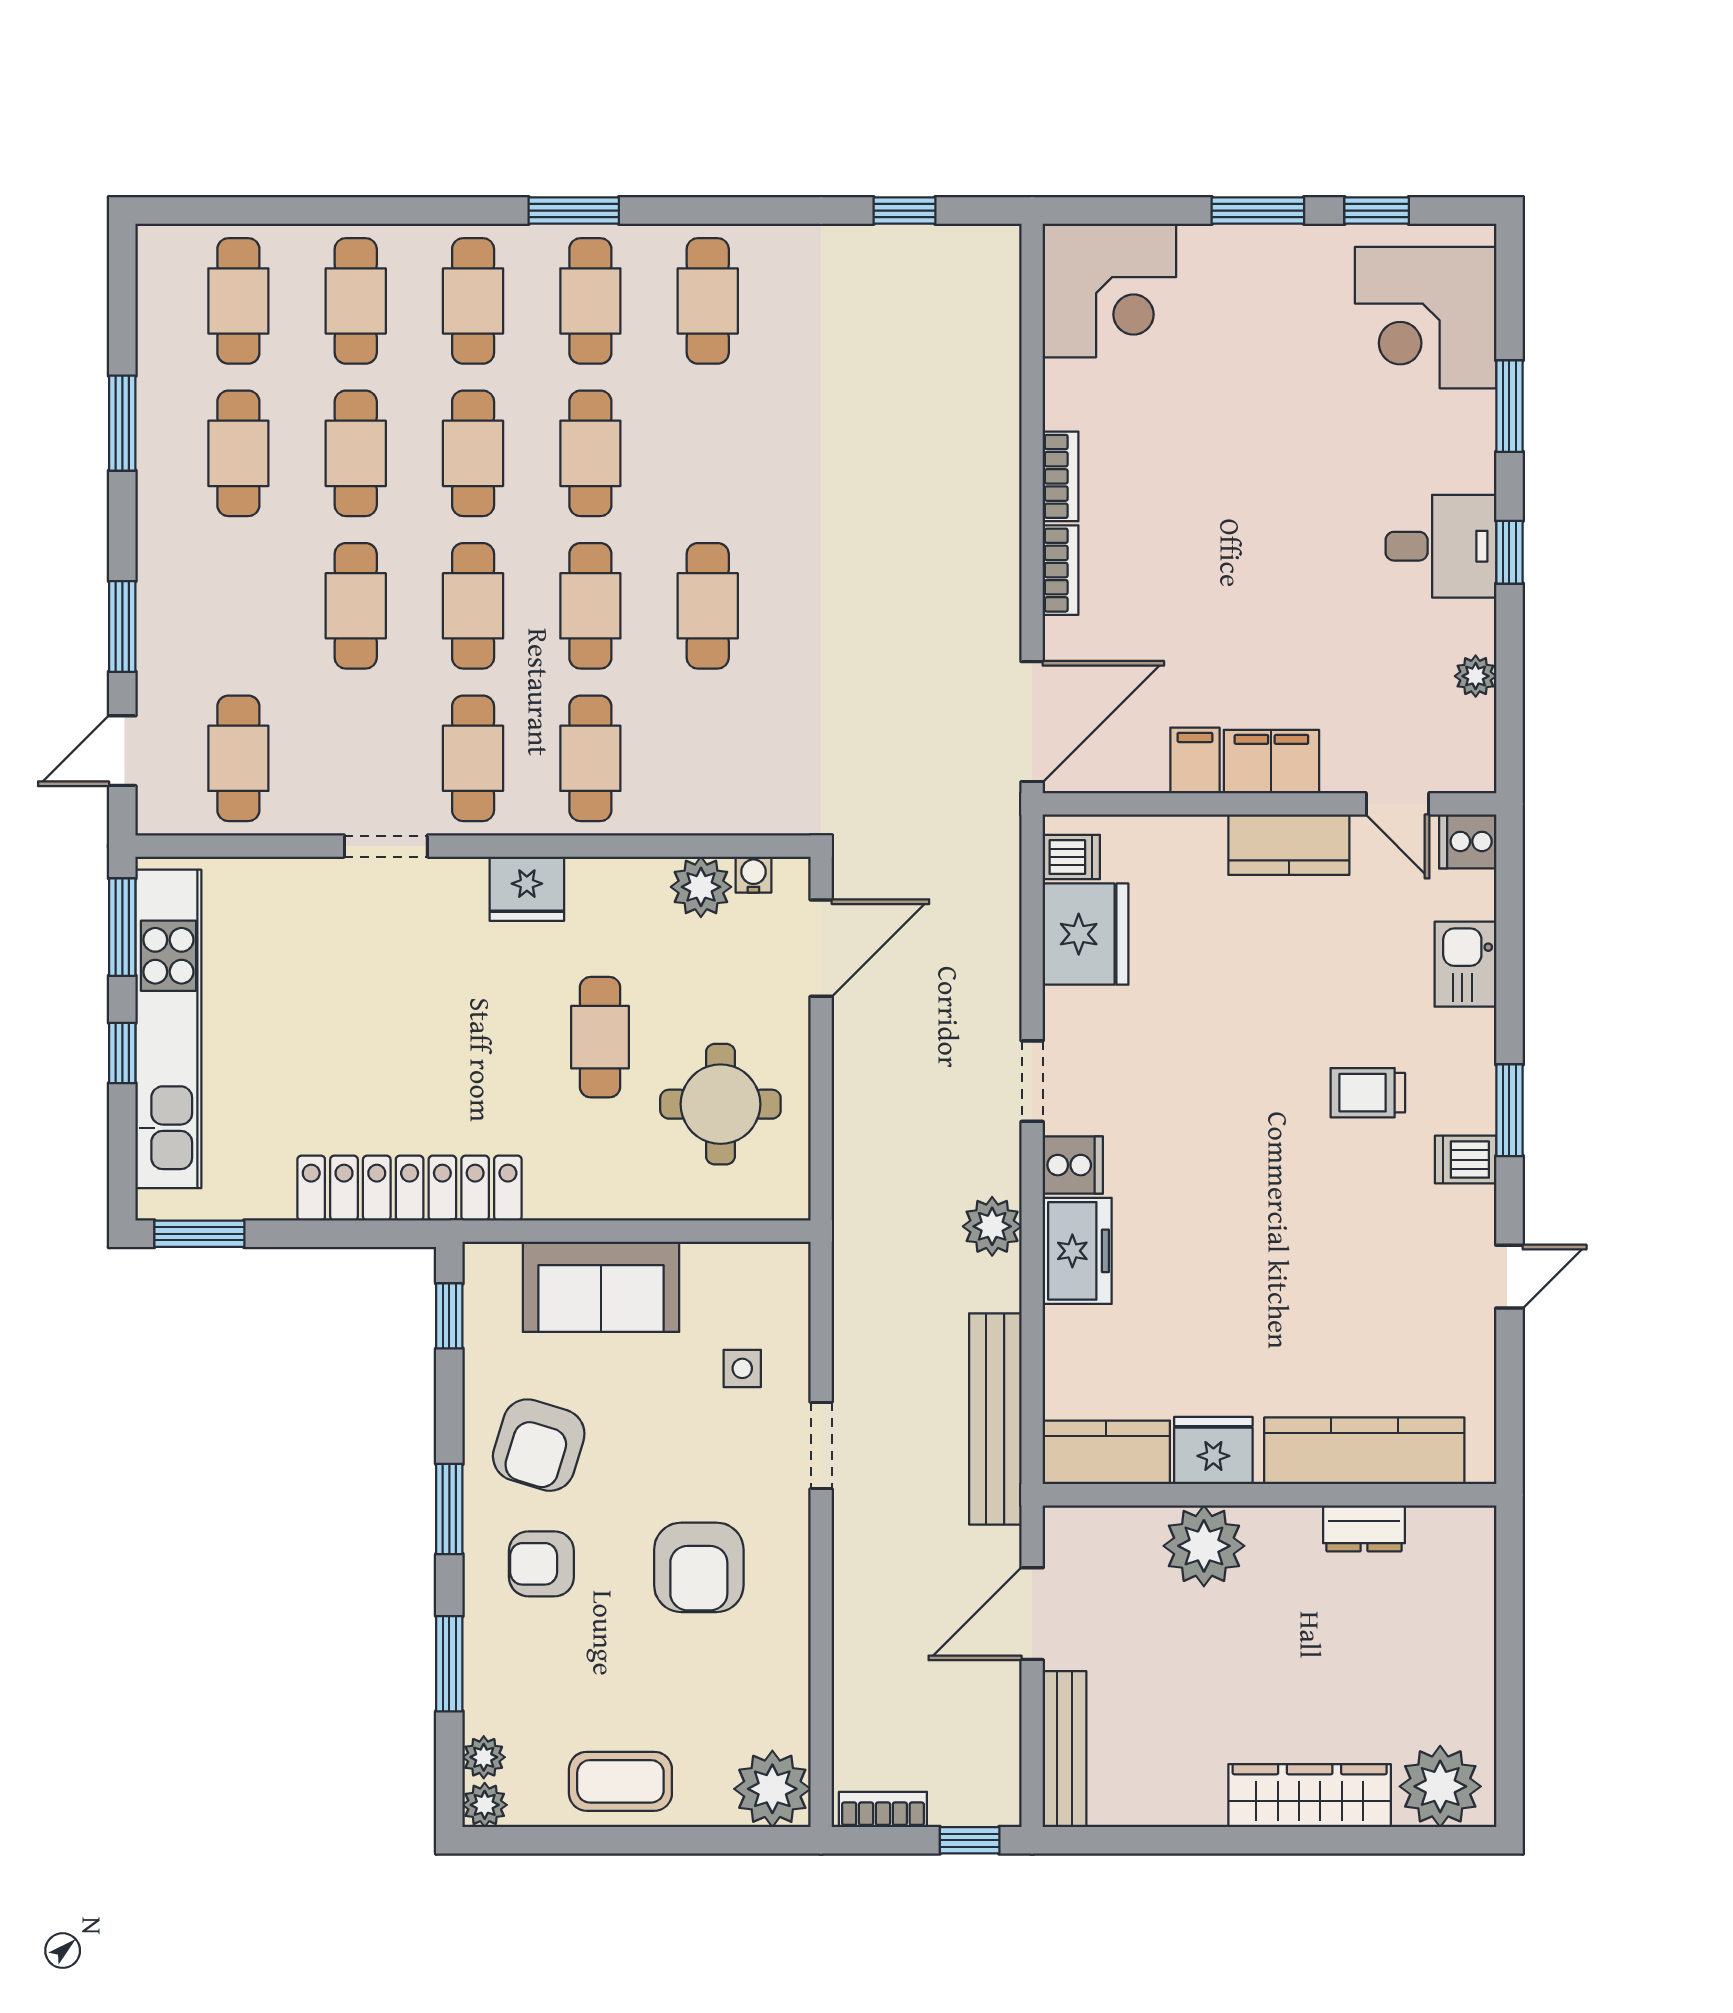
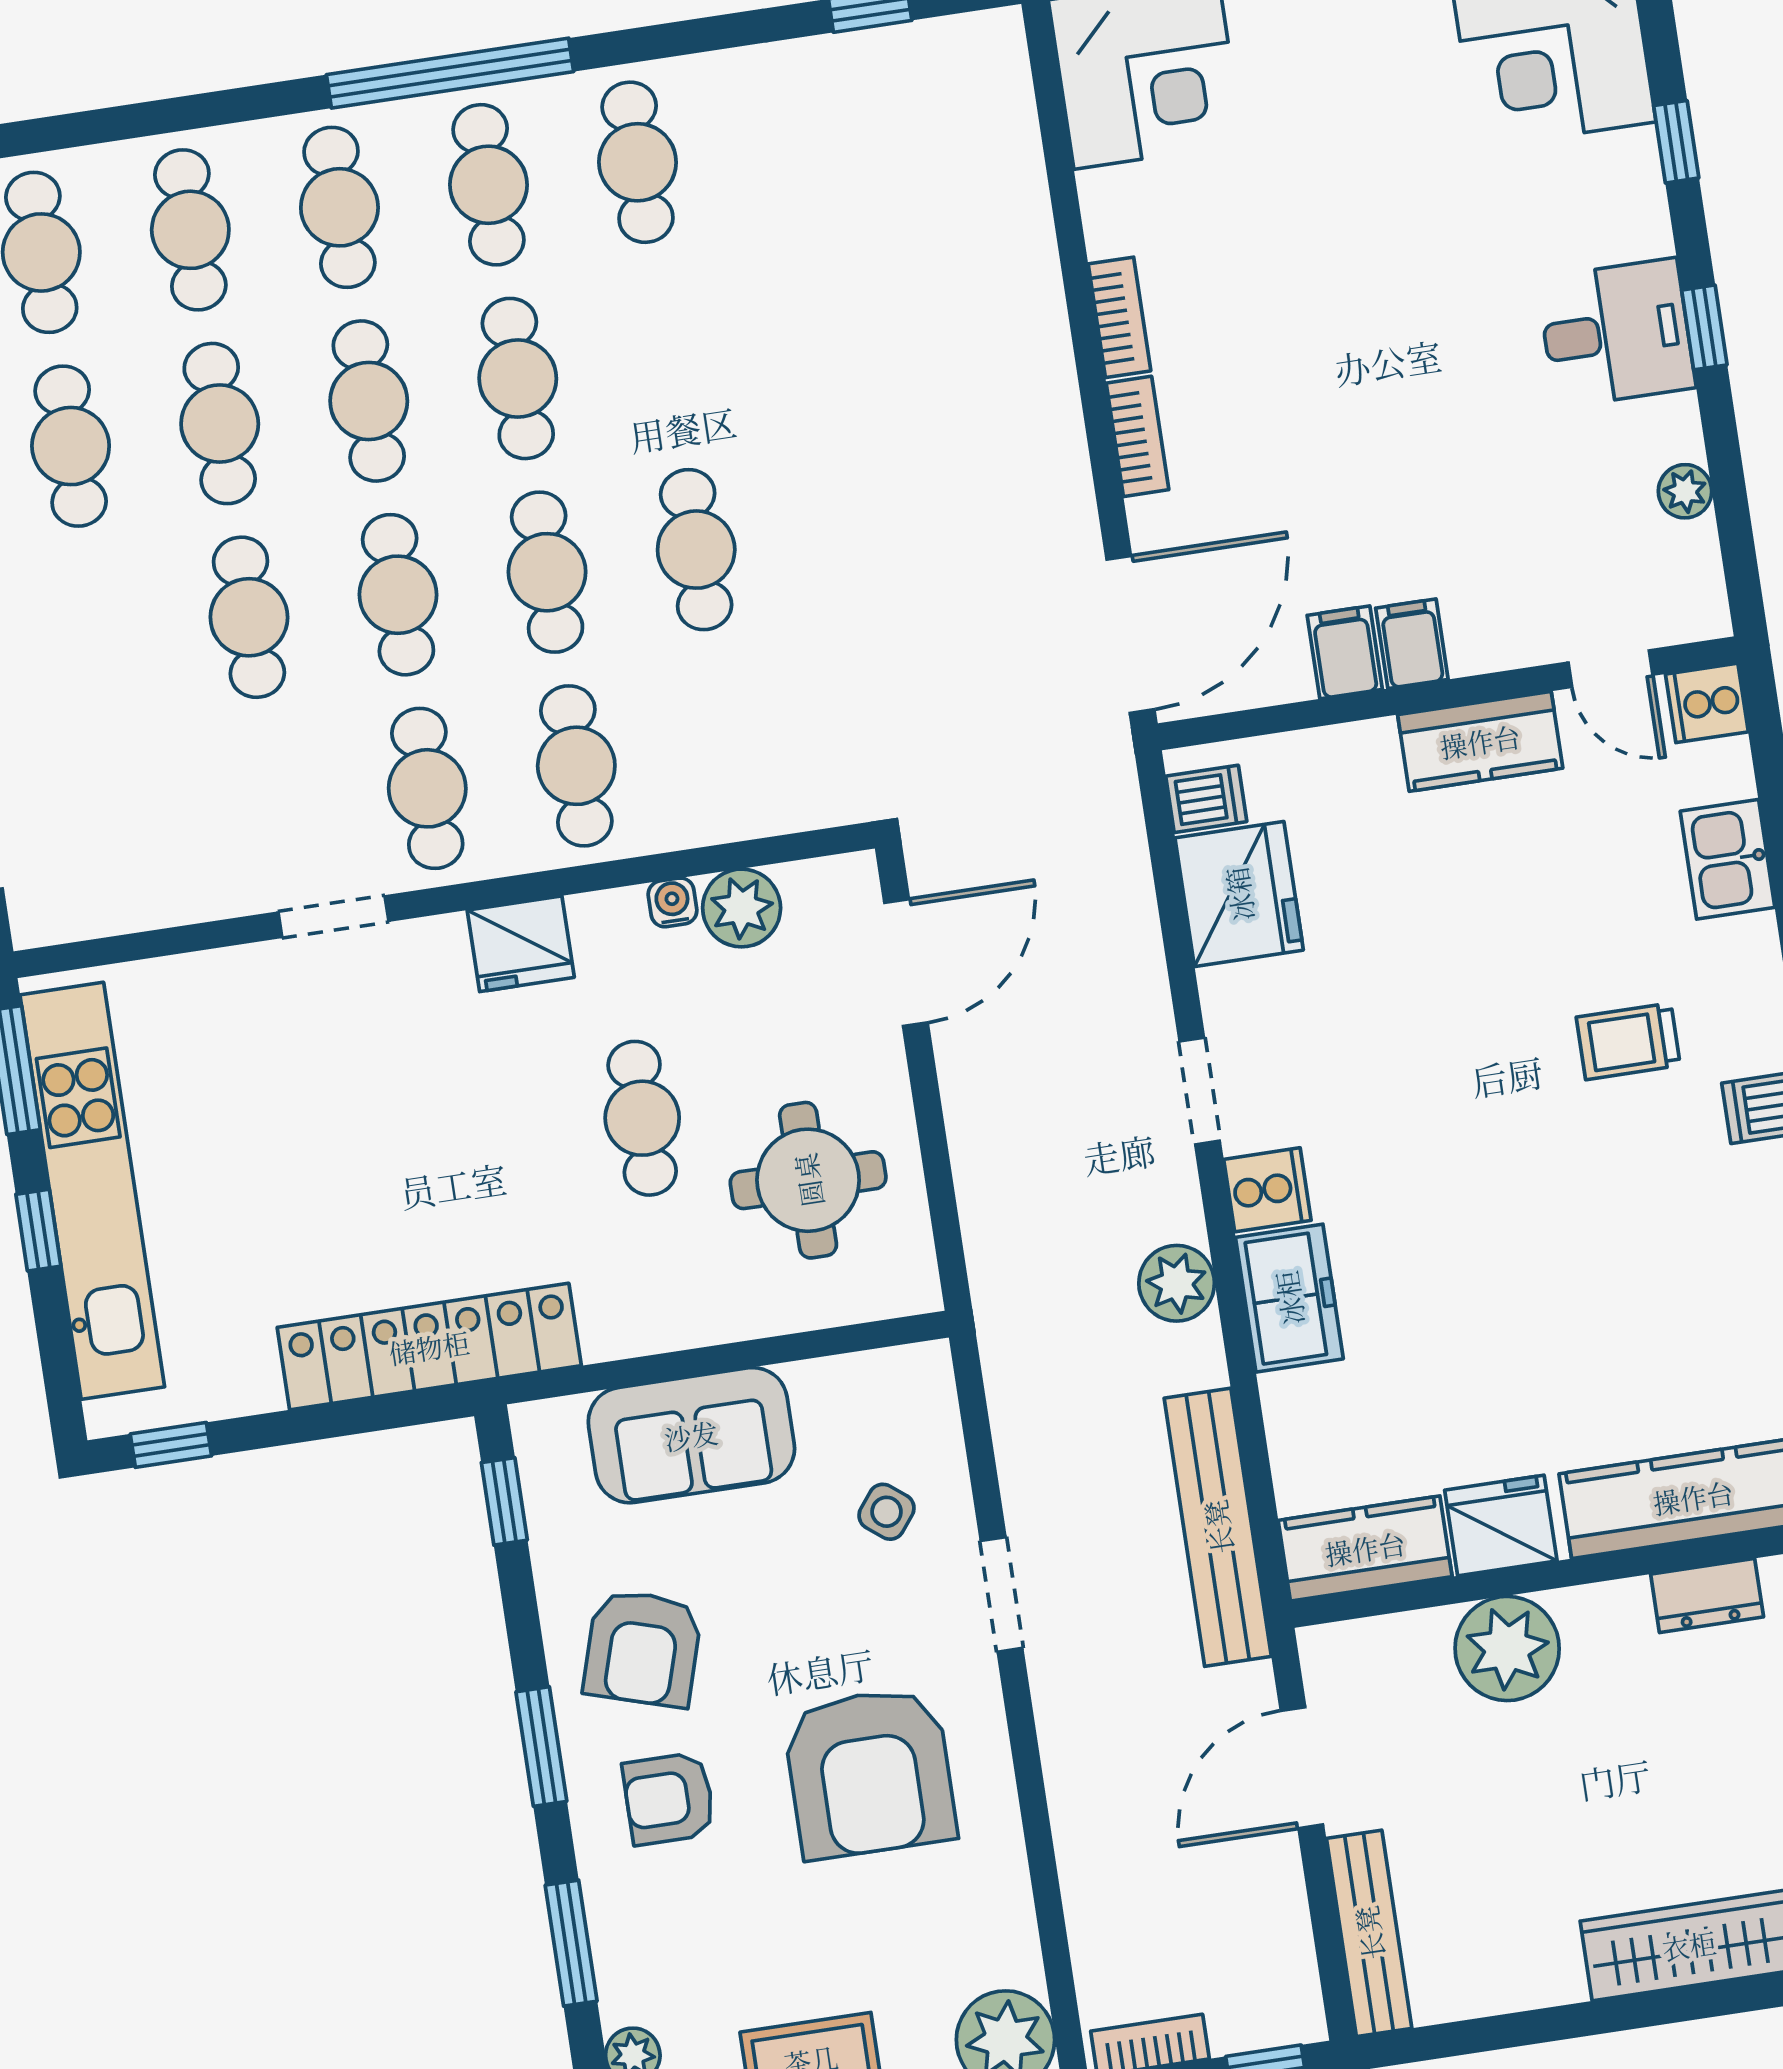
window: (574, 211) -> (450, 73), width x2.11
window: (1509, 406) -> (1676, 142), width x0.67
cafe table: (238, 758) -> (129, 833), removed
filing cabinet: (1271, 762) -> (1412, 644), width x0.50
water cooler: (753, 875) -> (673, 902), moved
window: (199, 1234) -> (171, 1445), width x0.67
side table: (742, 1368) -> (887, 1512), turned 38
armchair: (699, 1567) -> (870, 1773), width x1.36, depth x1.36

